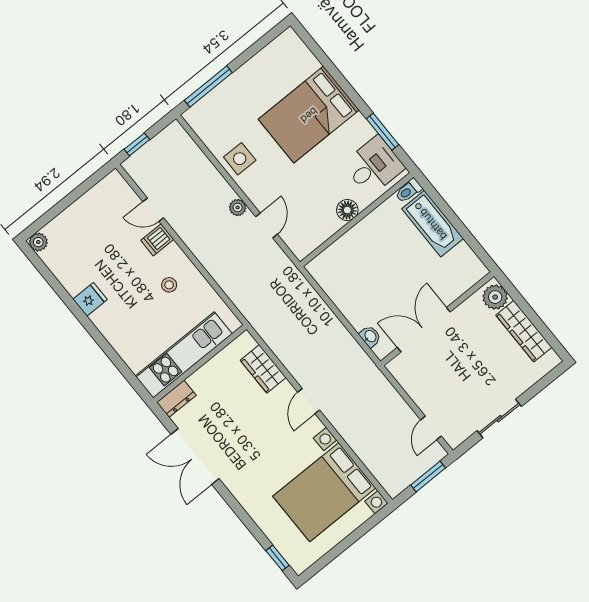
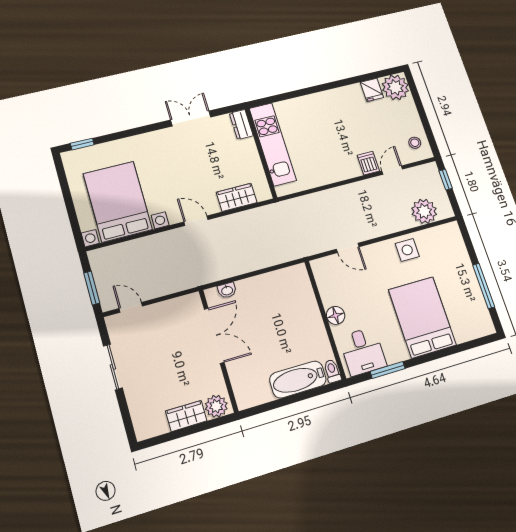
window: (208, 86) -> (484, 286), moved
plant: (238, 207) -> (424, 211), moved, width x1.87, depth x1.87
plant: (38, 242) -> (395, 87), width x1.88, depth x1.88
stool: (169, 285) -> (415, 143), moved
fridge: (90, 299) -> (372, 90), moved
wardrobe: (524, 331) -> (186, 416), width x0.67
double door: (195, 457) -> (191, 119), width x0.73

